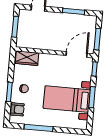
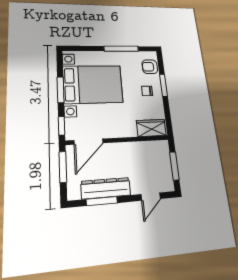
dresser: (69, 20) -> (106, 188), added
bed with nightstands: (67, 99) -> (93, 84), width x1.36

